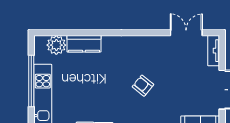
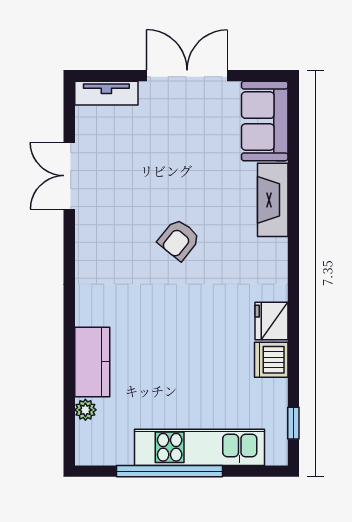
double door: (186, 33) -> (69, 176), moved
plant: (56, 45) -> (85, 410), width x0.53, depth x0.53

